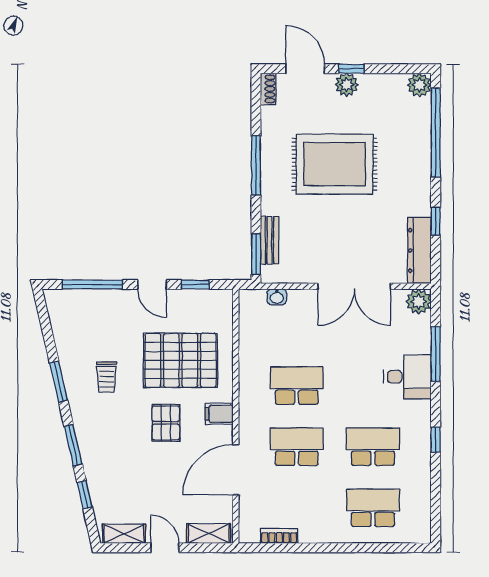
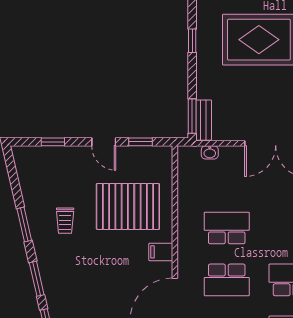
window: (256, 165) -> (192, 41), width x0.46
bench: (269, 240) -> (204, 120), moved
window: (92, 284) -> (53, 142), width x0.46
pallet: (166, 423) -> (115, 260), removed
school desk: (297, 447) -> (227, 280), turned 180

